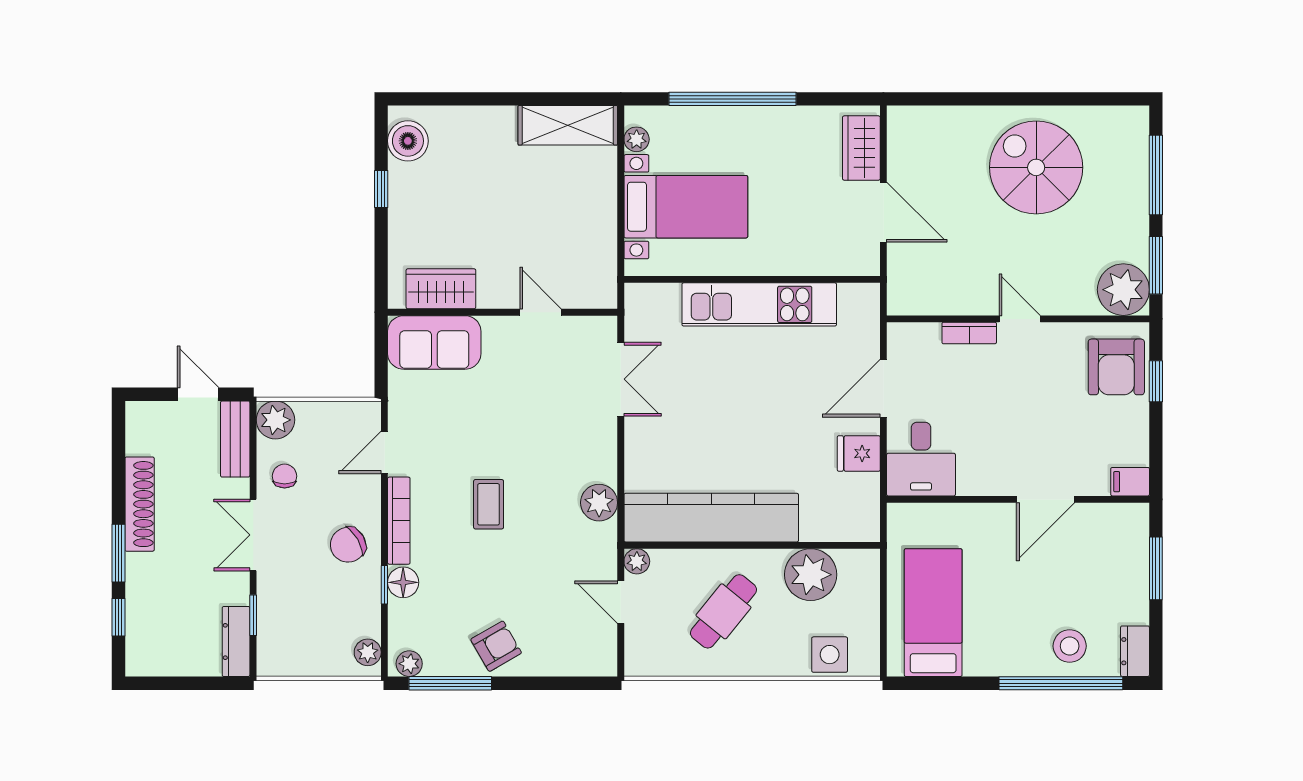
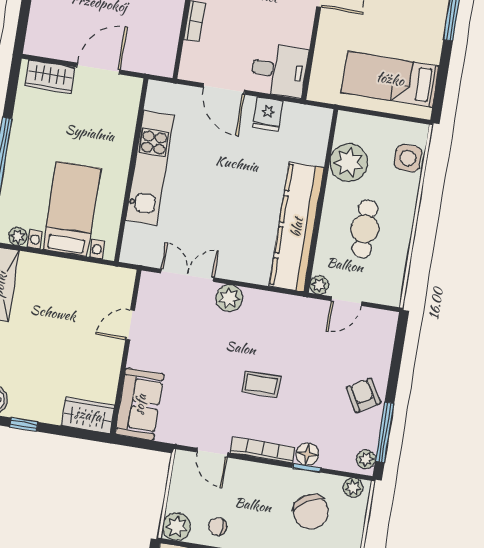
wardrobe: (441, 289) -> (88, 415), moved, turned 90
plant: (599, 503) -> (229, 298), moved
chair: (348, 545) -> (311, 512), moved, width x1.37, depth x1.37
cafe table: (723, 611) -> (365, 229), turned 51

